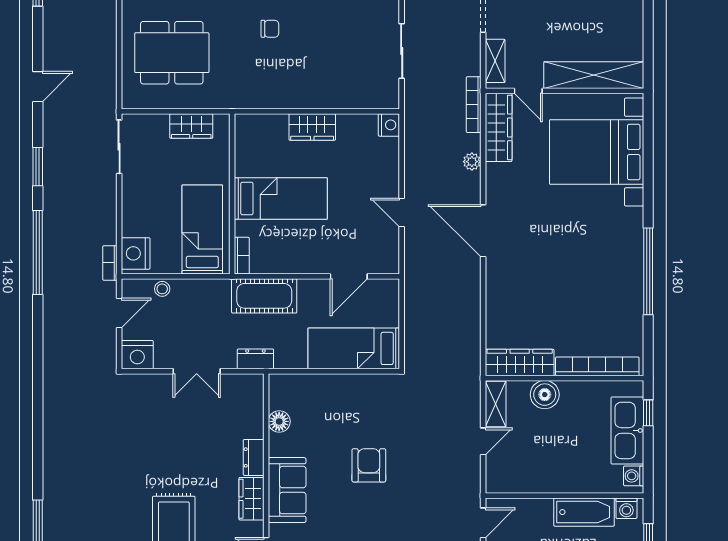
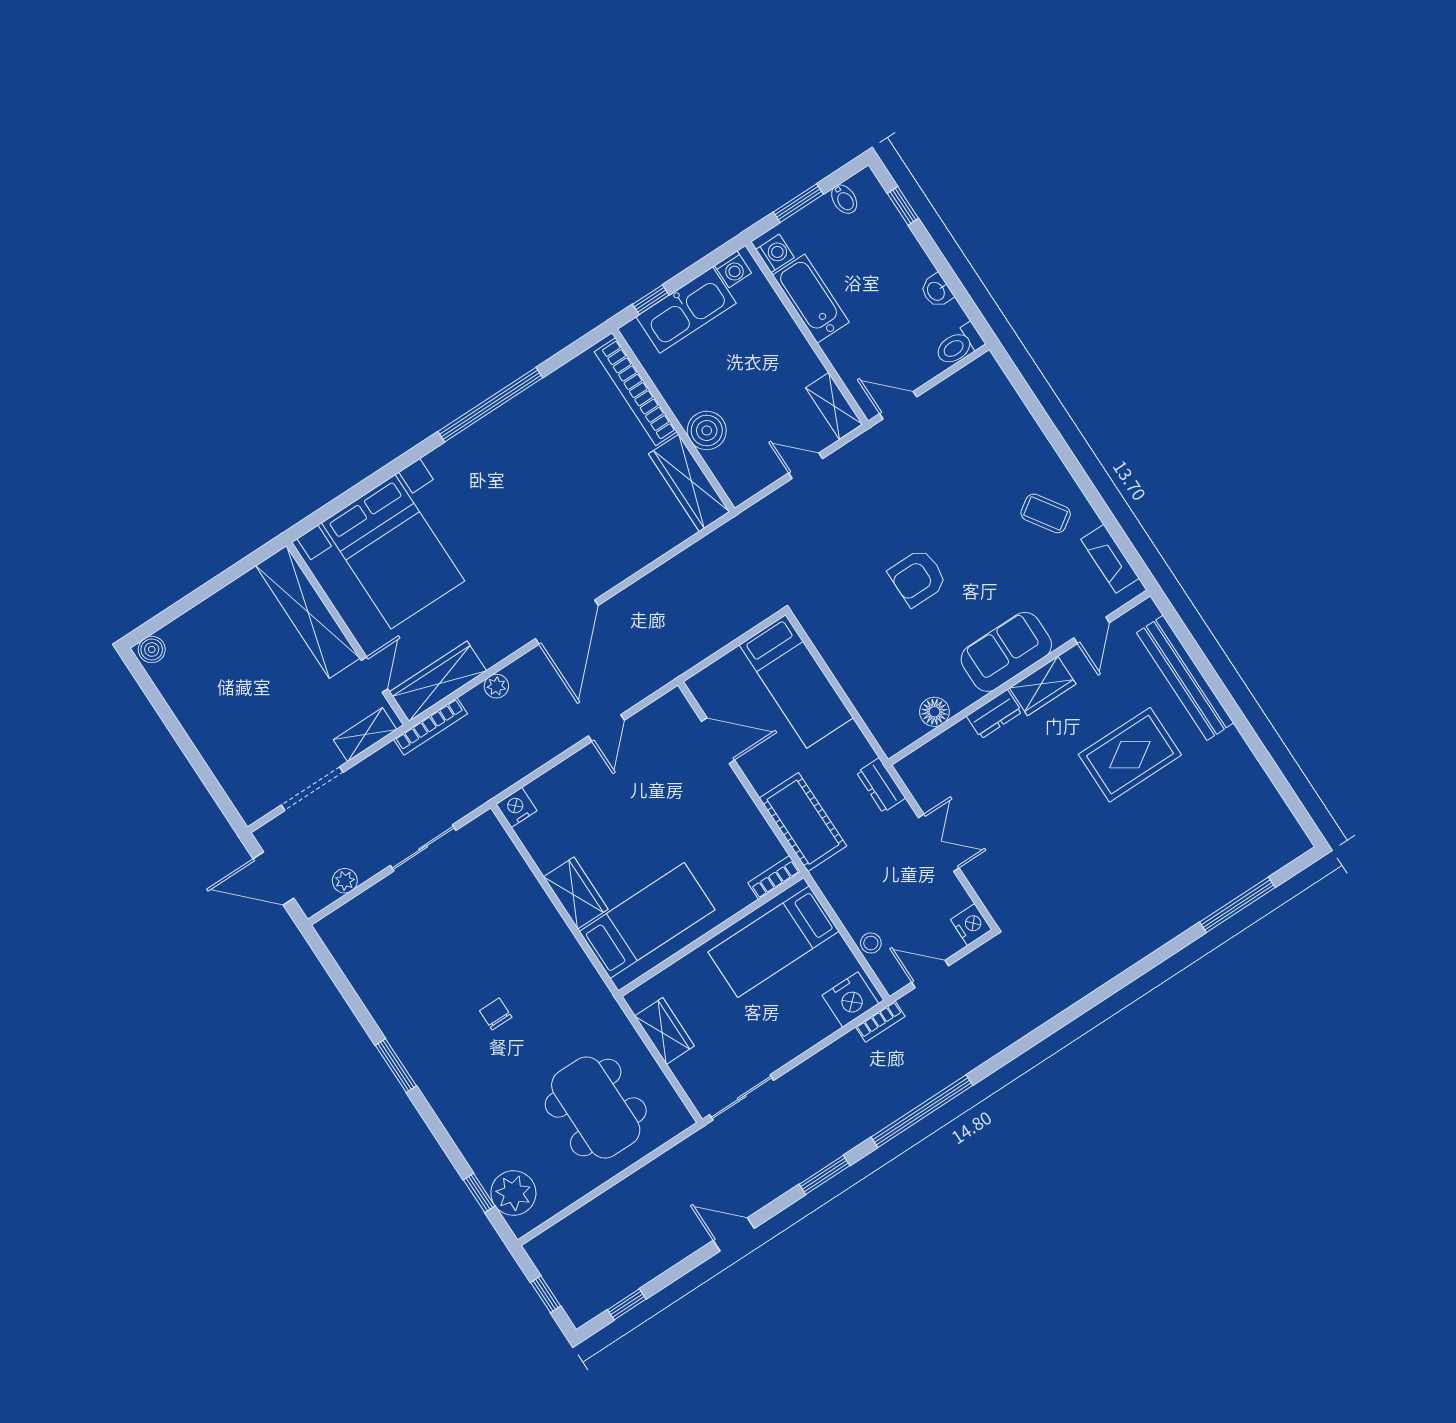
bed: (281, 198) -> (647, 921), moved, turned 90
nightstand: (137, 355) -> (971, 925), width x0.74, depth x0.75
shelving: (496, 404) -> (834, 406), moved, turned 90

